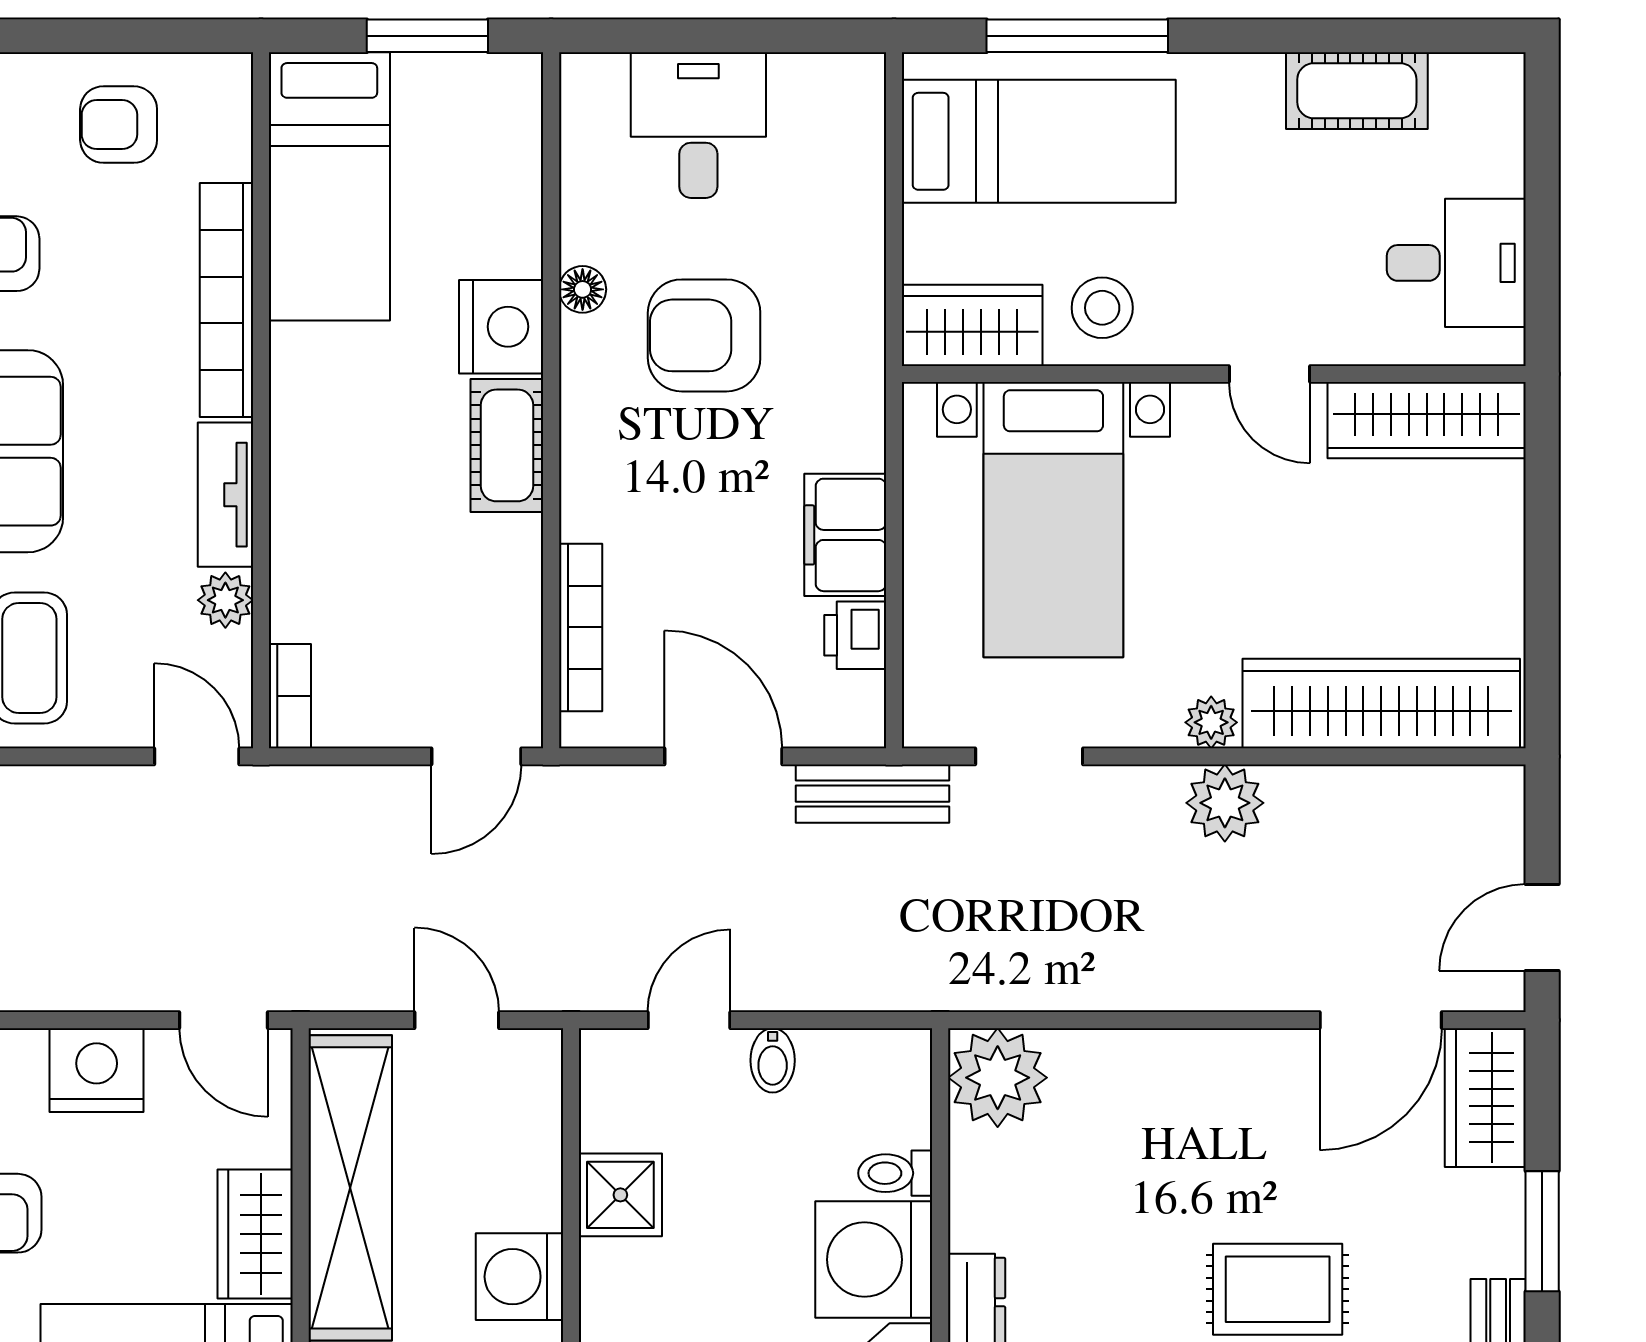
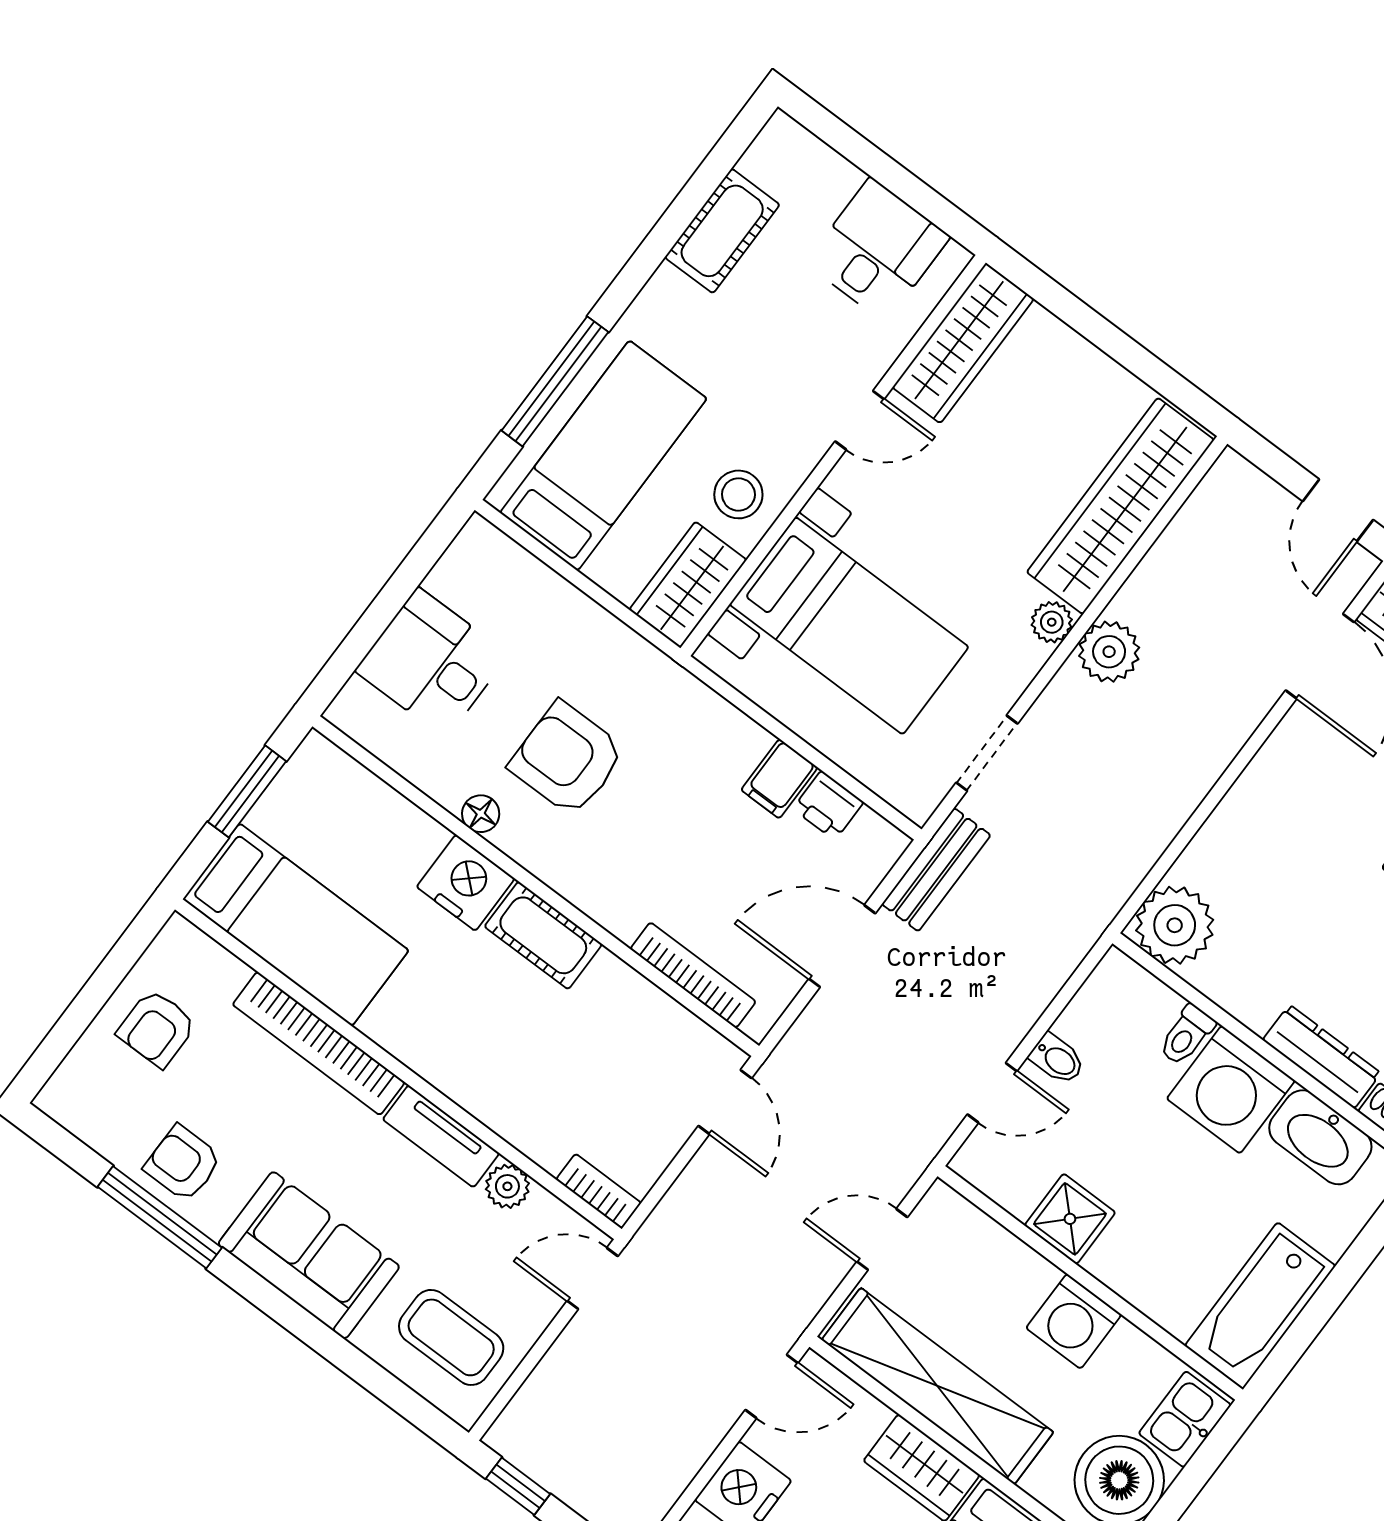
armchair: (704, 335) -> (567, 759), turned 90
filing cabinet: (845, 535) -> (779, 779), width x0.50
door: (689, 1020) -> (992, 1093), swing flipped

